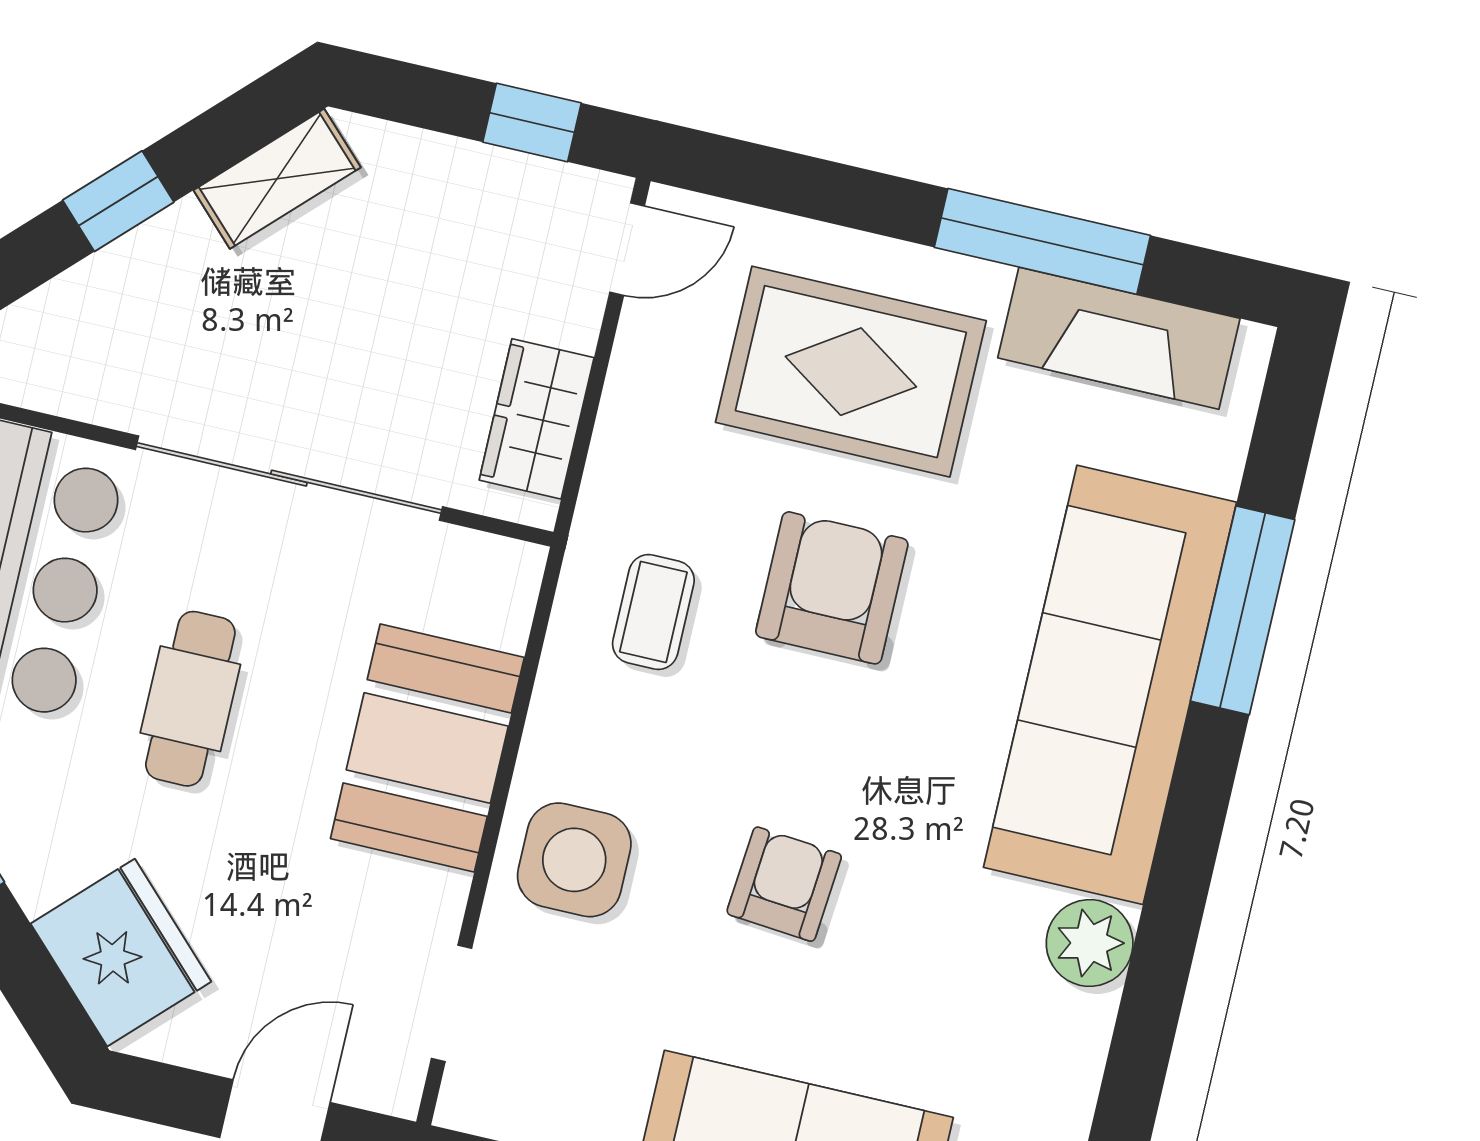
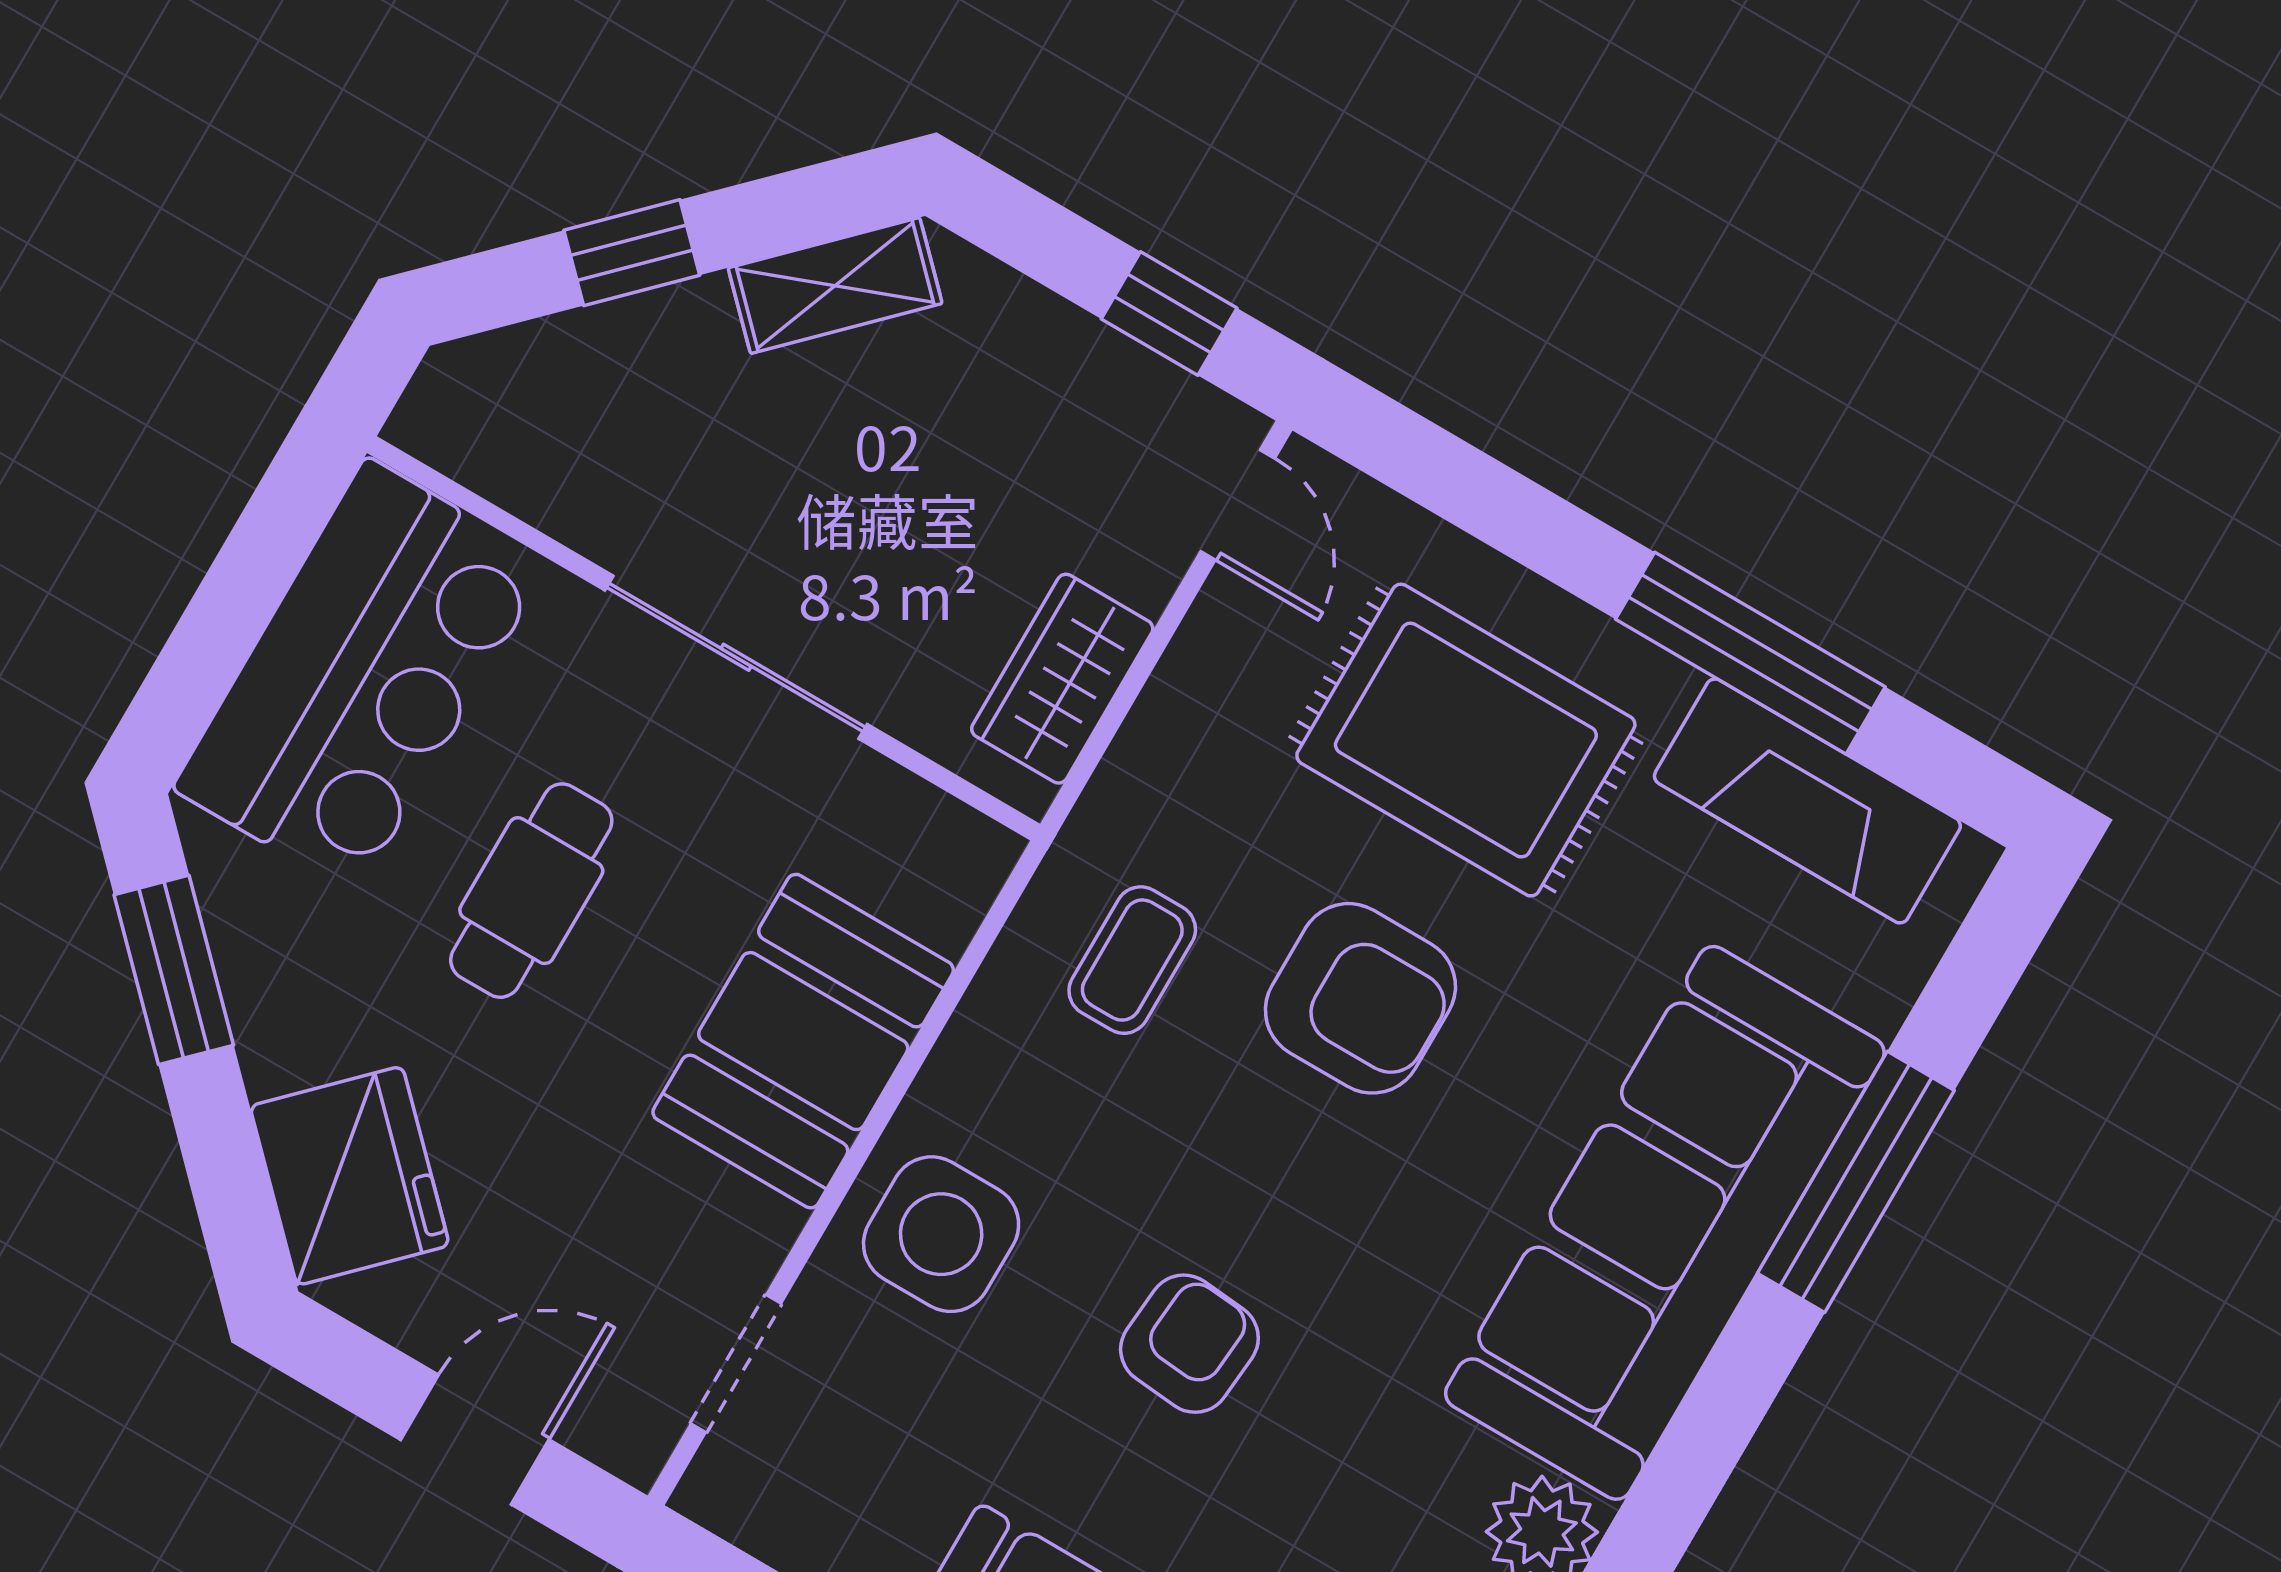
door: (627, 249) -> (1238, 505), hinge flipped
sliding door: (289, 478) -> (736, 657), width x0.73
armchair: (832, 588) -> (1360, 998), turned 90

